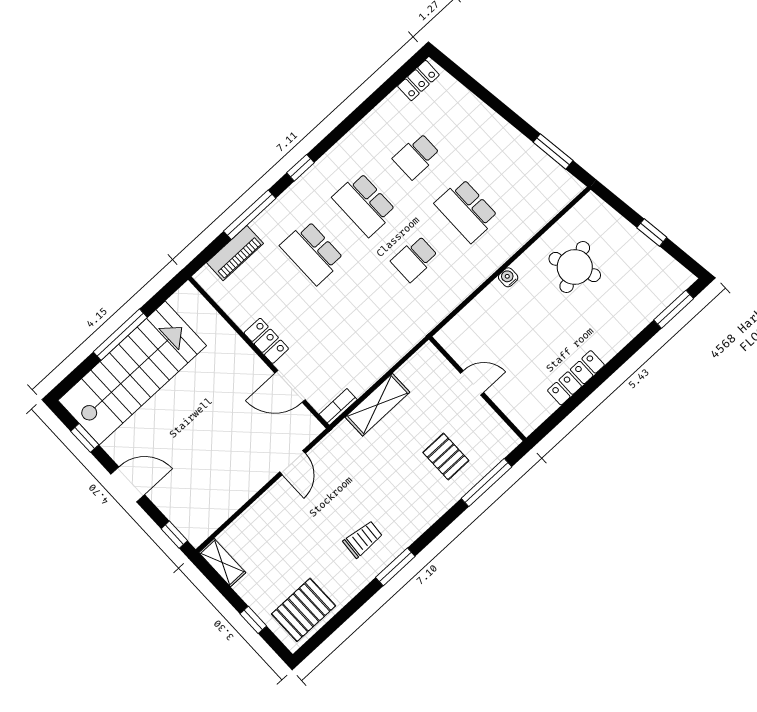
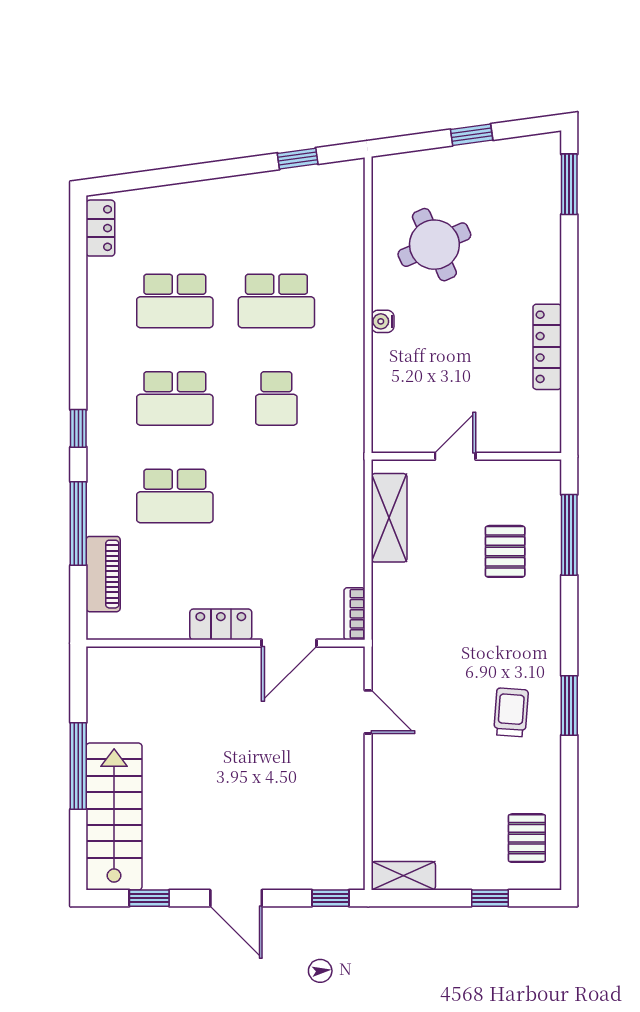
window: (553, 151) -> (298, 159), width x0.67
school desk: (416, 156) -> (175, 301), width x1.85
stairs: (132, 373) -> (114, 817), width x0.73, depth x0.66
shelving: (377, 405) -> (389, 518), moved
pallet: (446, 456) -> (505, 551), turned 90
door: (128, 484) -> (236, 898), swing flipped
pallet: (304, 610) -> (527, 838), width x0.67, depth x0.71

